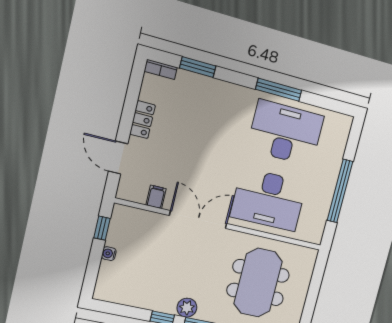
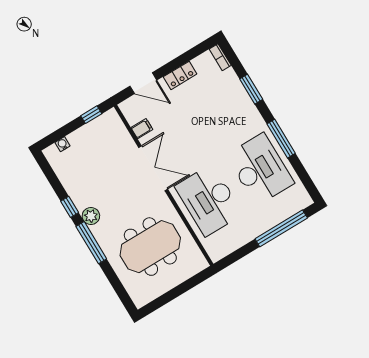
window: (198, 67) -> (251, 89), moved
door: (118, 158) -> (143, 83), swing flipped
window: (340, 191) -> (281, 228), moved
water cooler: (109, 254) -> (63, 144), moved

